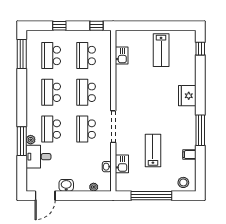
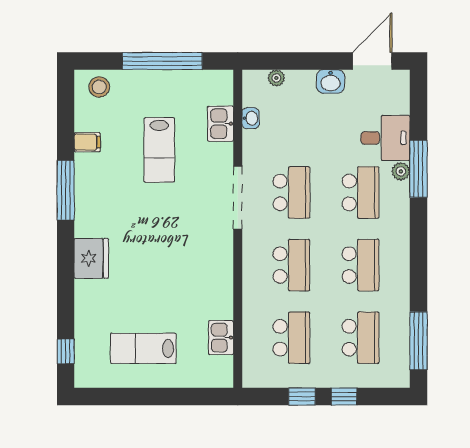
window: (97, 26) -> (302, 397), moved
lab bench: (161, 50) -> (143, 348), turned -90

